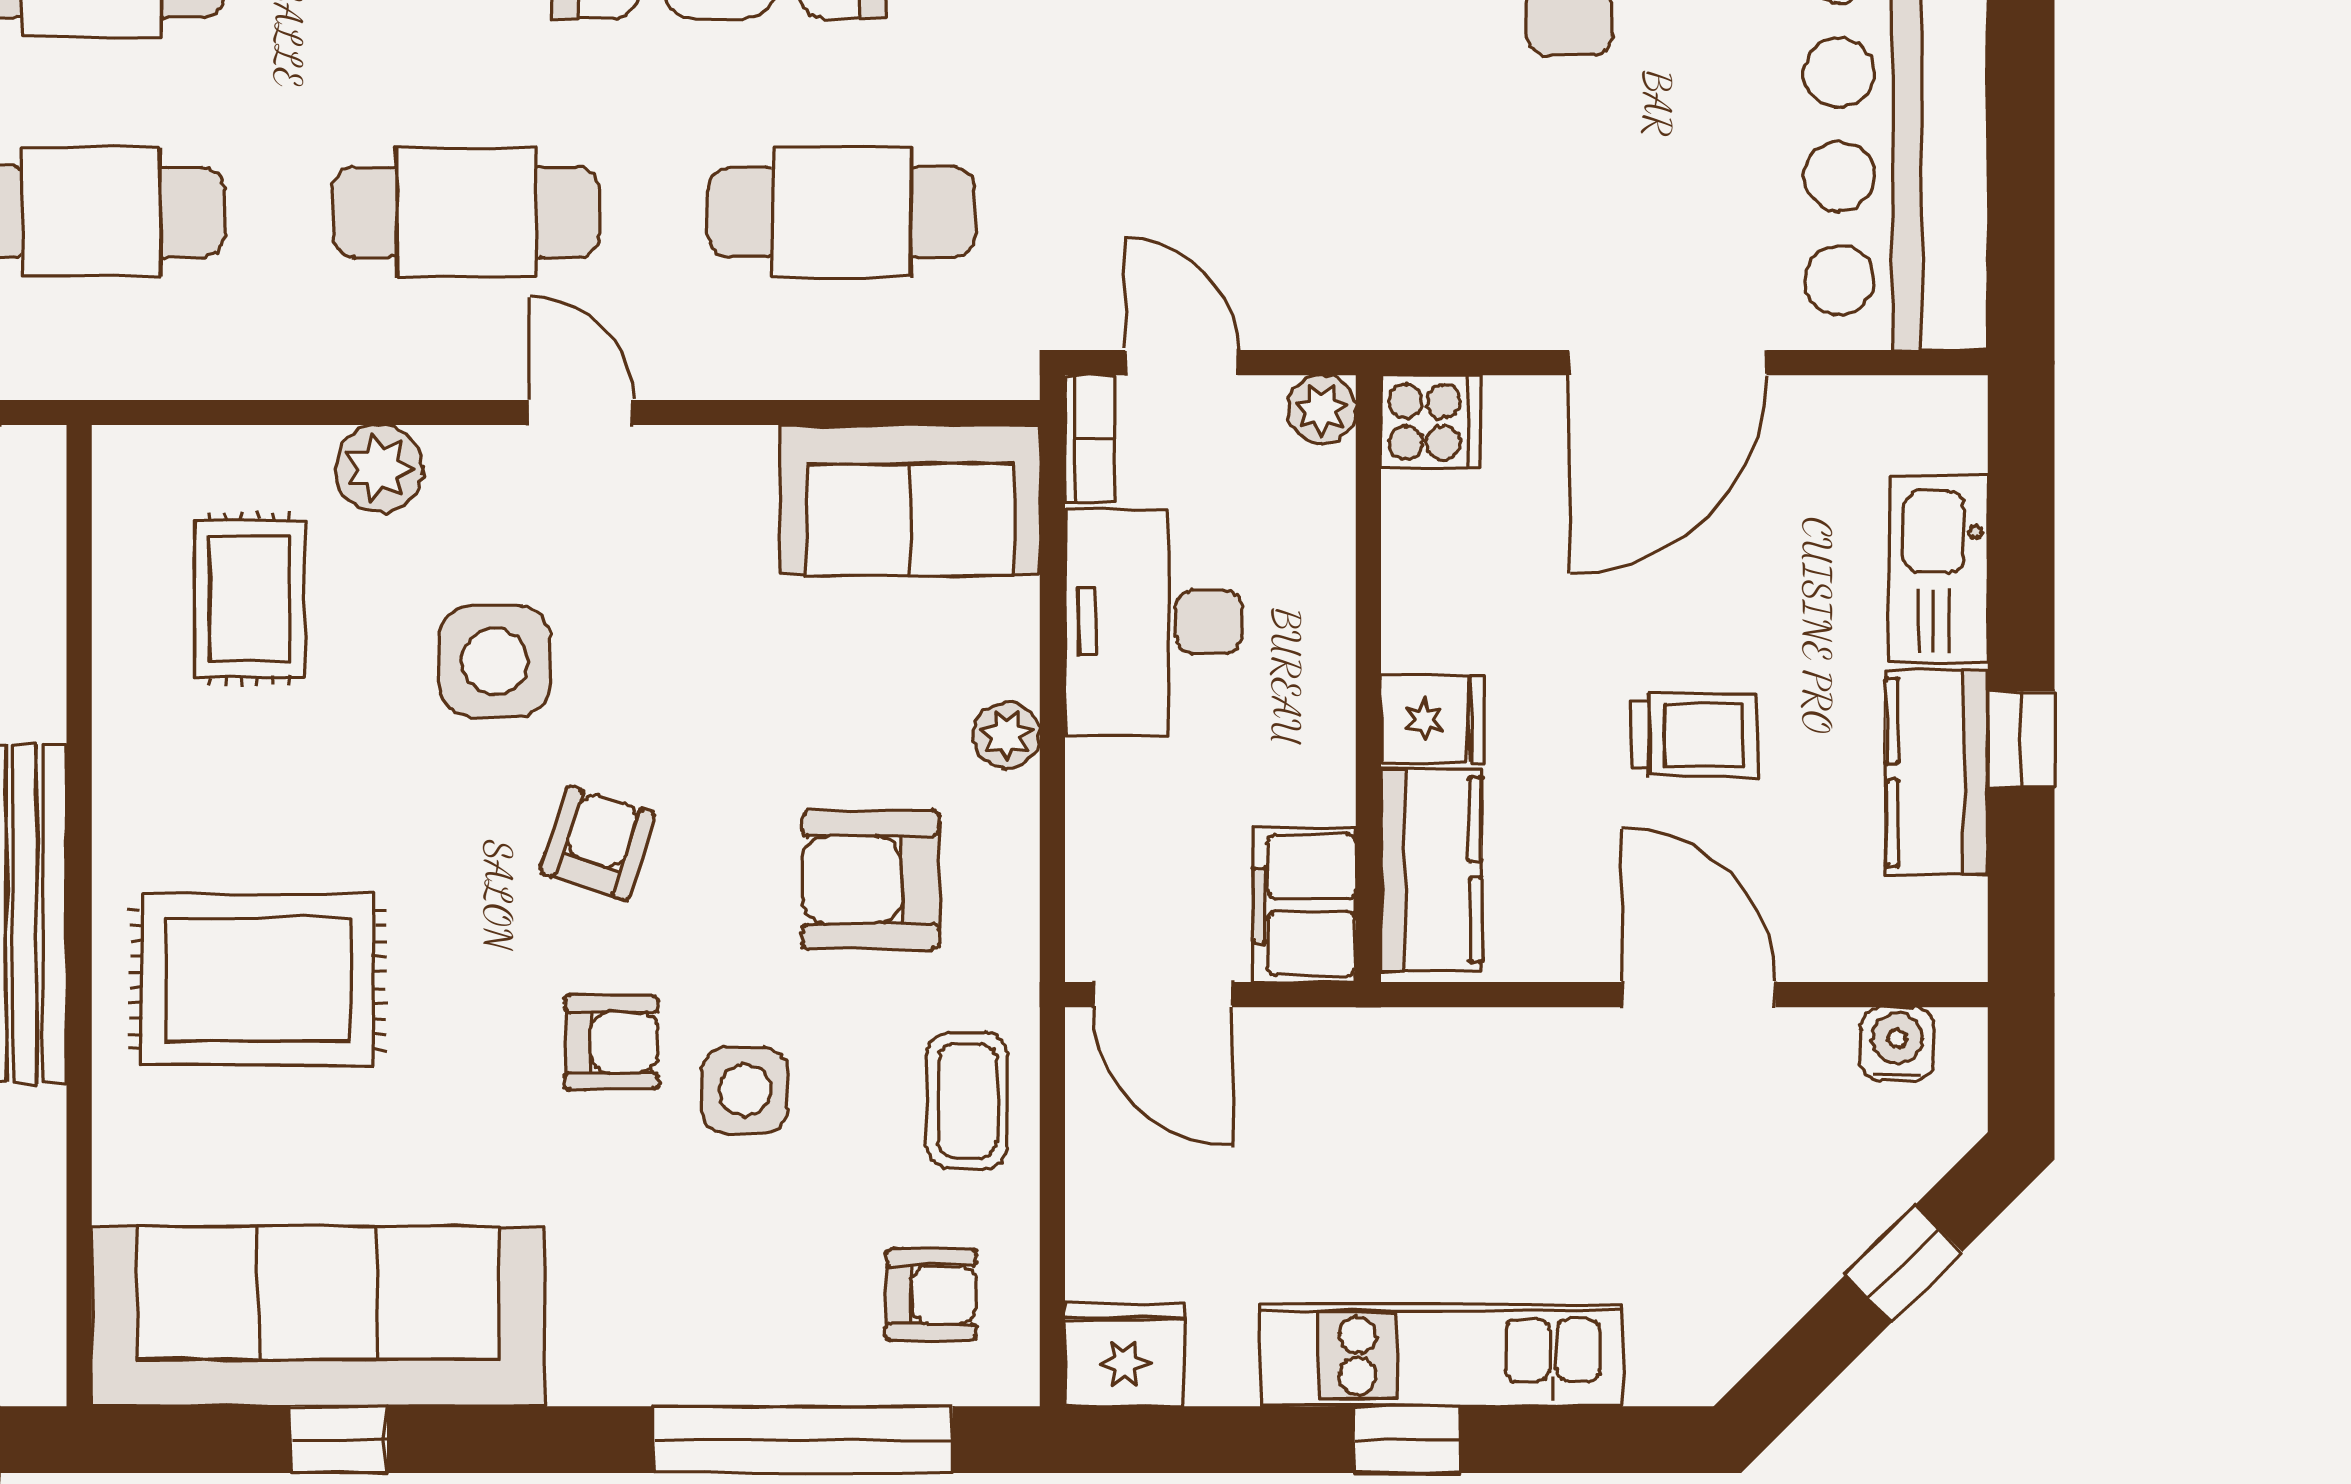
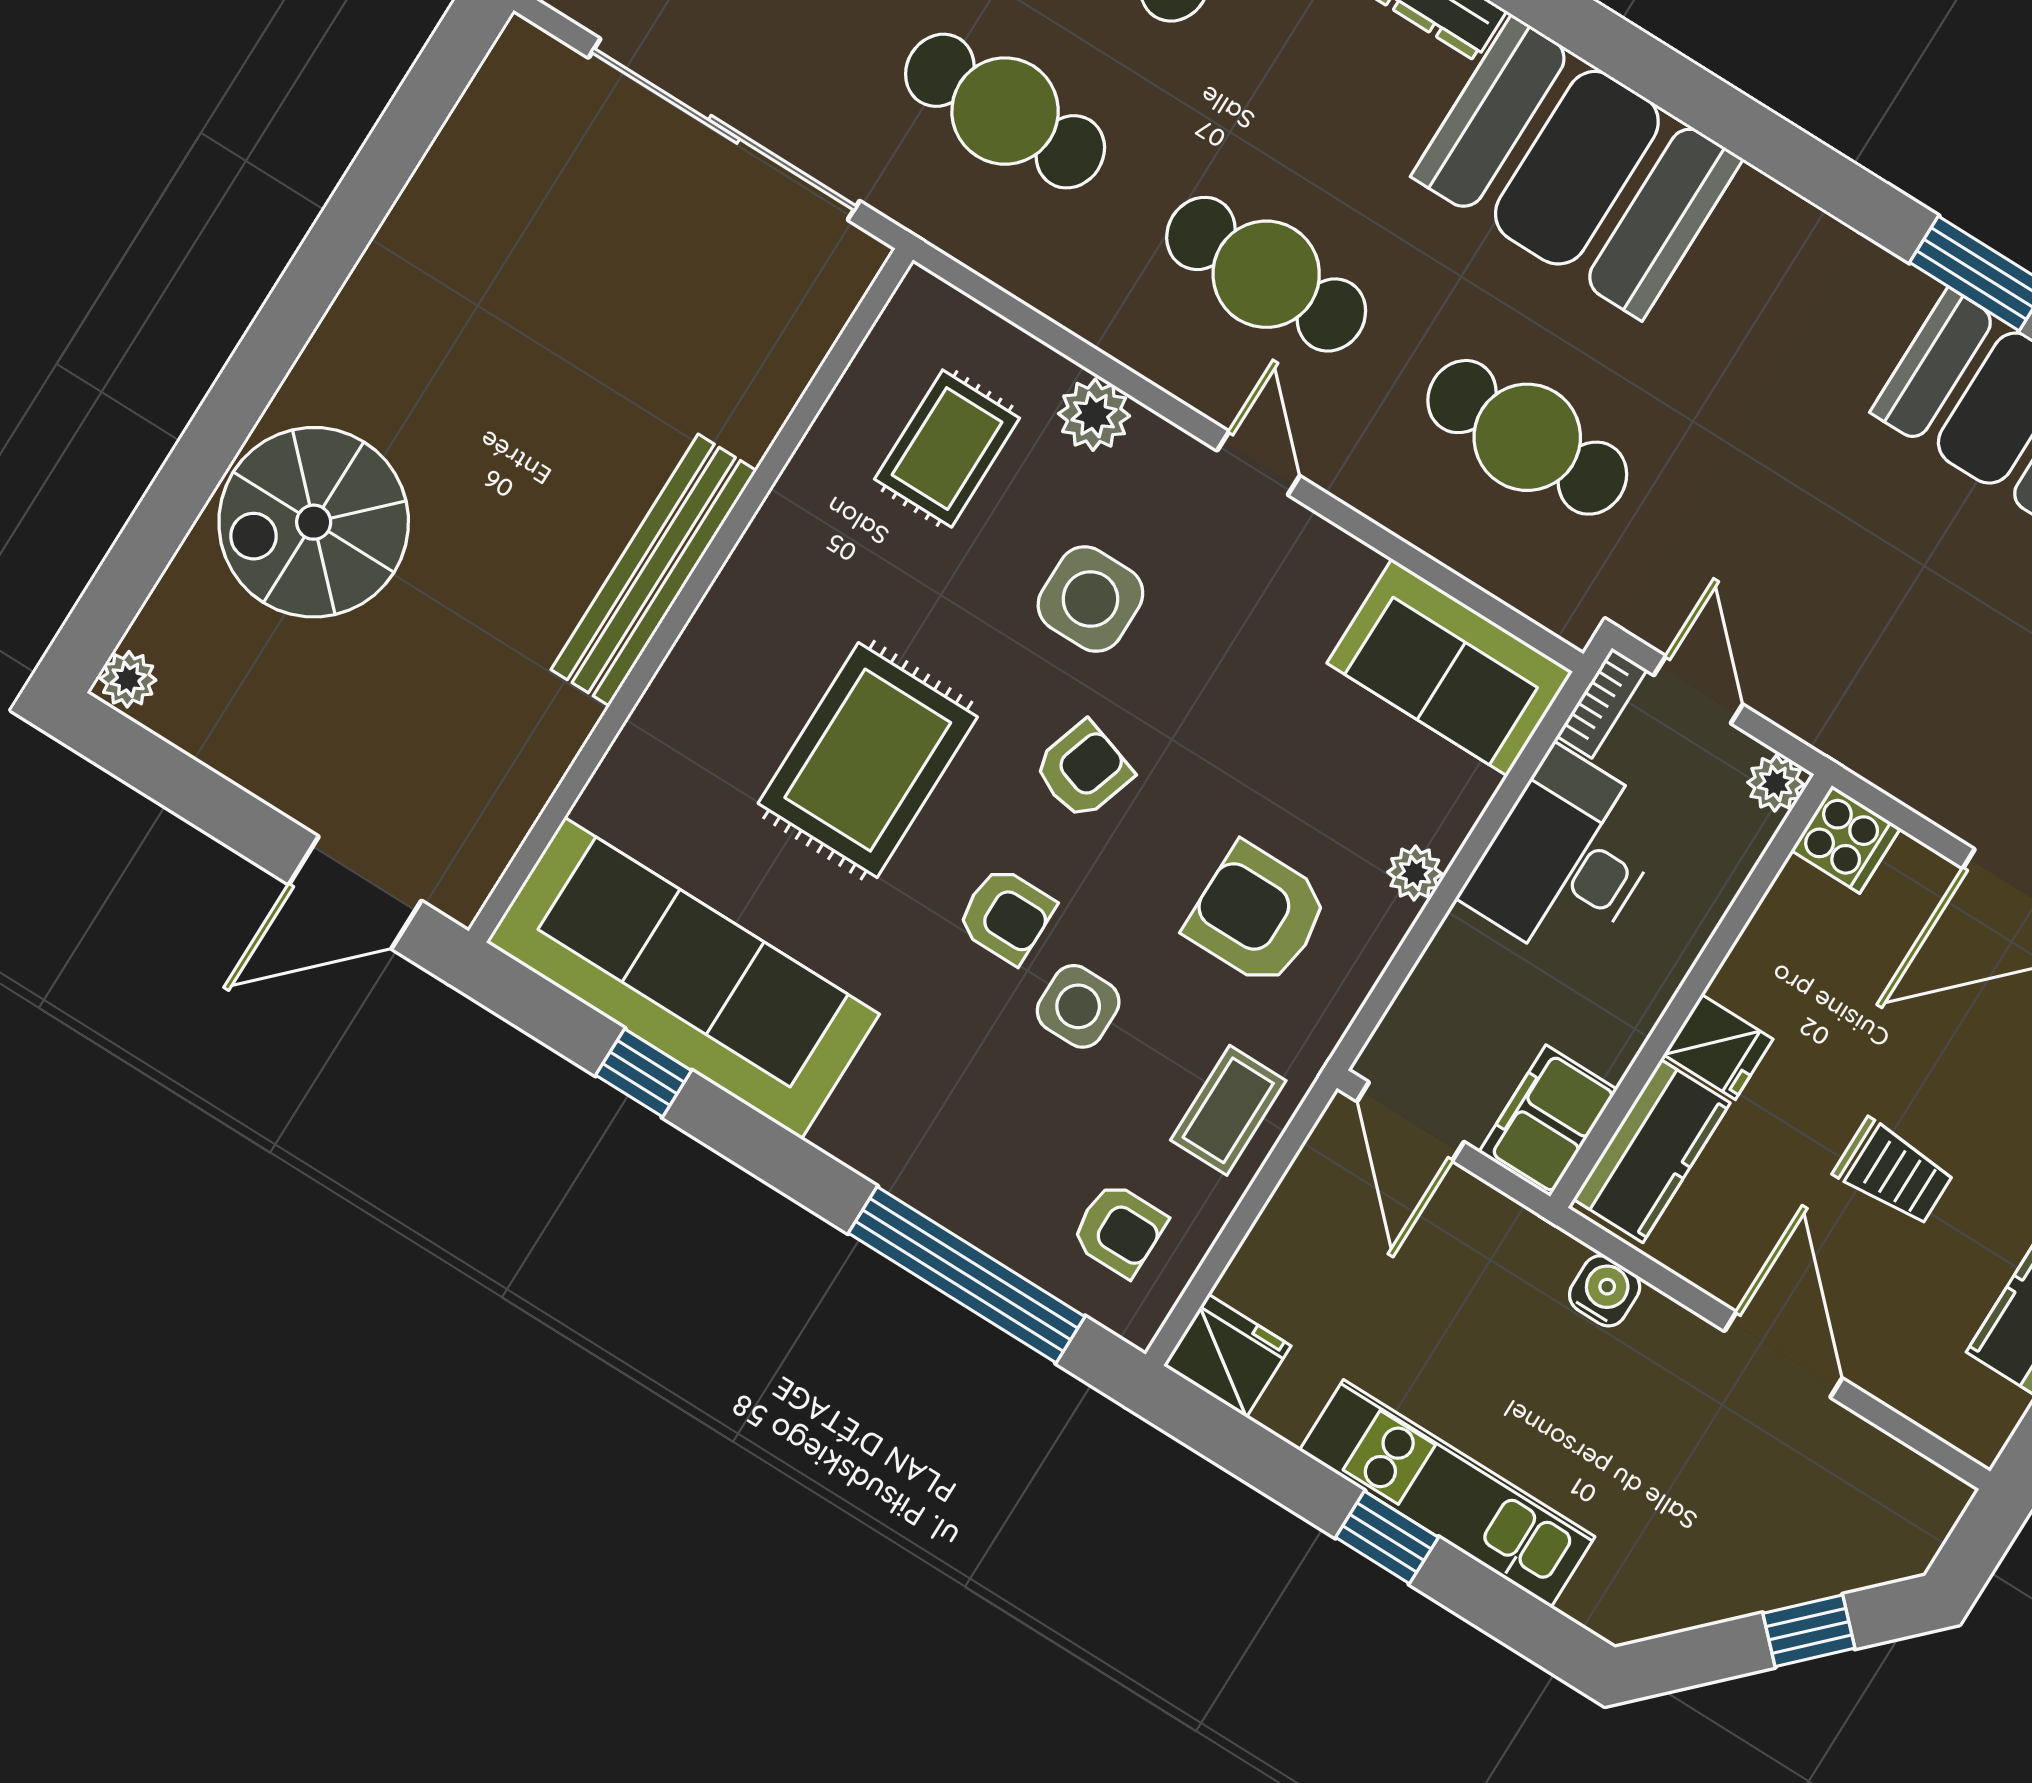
rug: (257, 980) -> (868, 760), moved, turned 90
water cooler: (1897, 1044) -> (1605, 1291), moved

